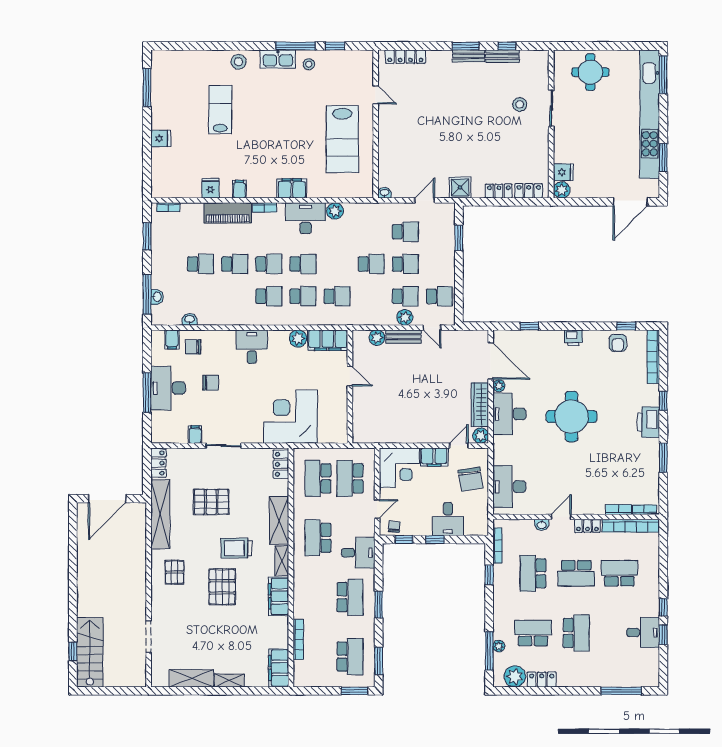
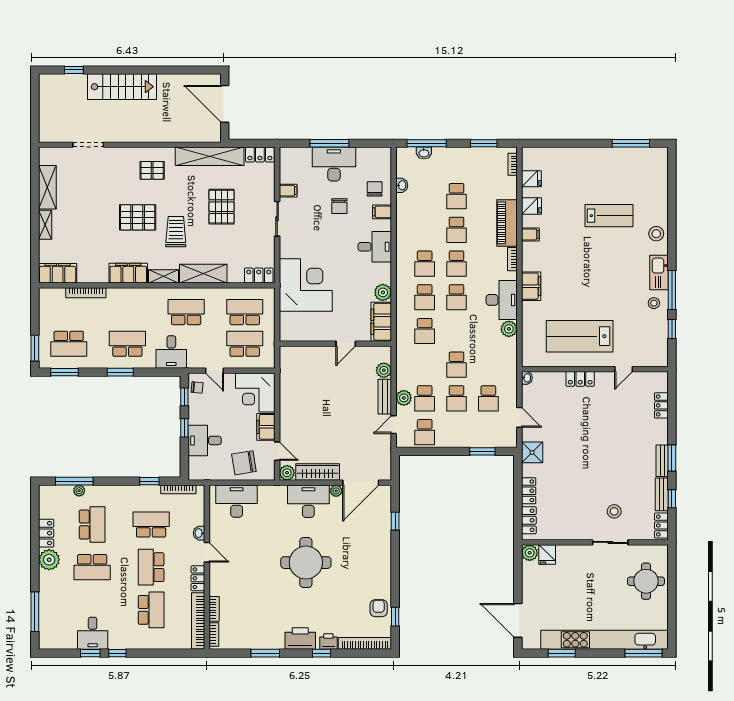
locker: (405, 57) -> (661, 405), width x0.66
locker: (534, 57) -> (661, 525), added
fridge: (161, 138) -> (531, 179), moved, turned -90
locker: (385, 139) -> (580, 379), added
printer: (573, 338) -> (328, 642), moved, turned 90
filing cabinet: (172, 339) -> (382, 212), moved
armchair: (618, 343) -> (379, 608), turned 90
school desk: (350, 597) -> (127, 344), turned 180
stairs: (90, 652) -> (122, 87), moved
plant: (515, 676) -> (49, 560), moved

